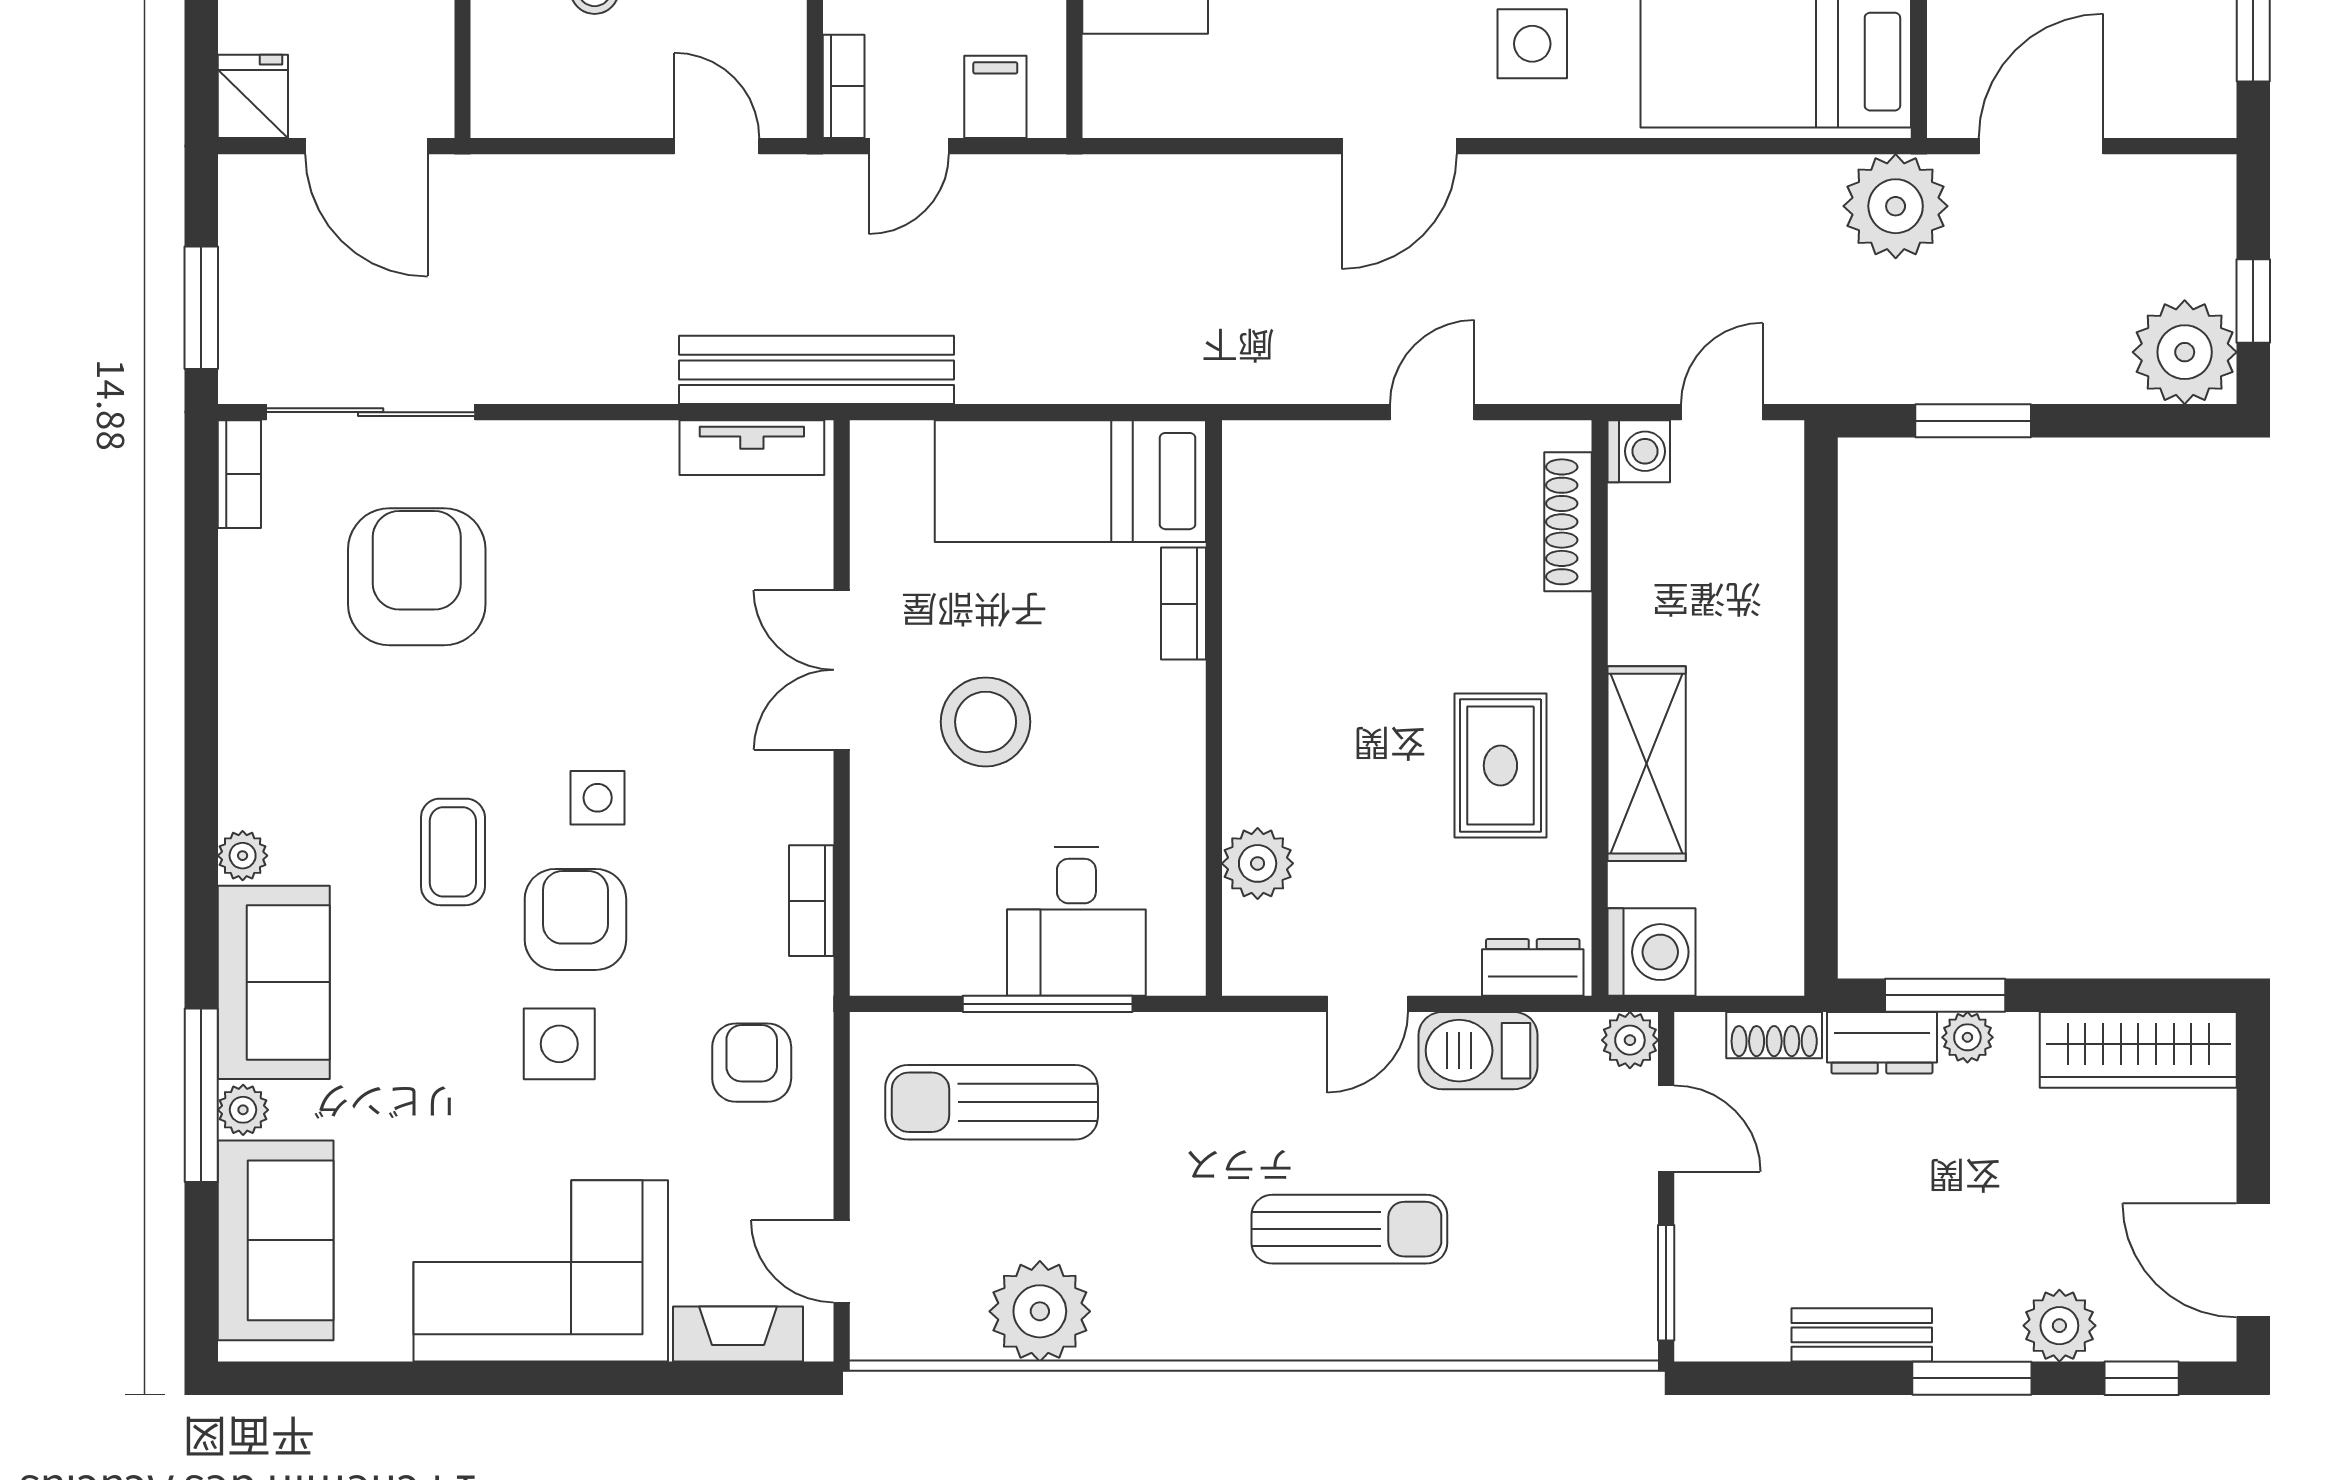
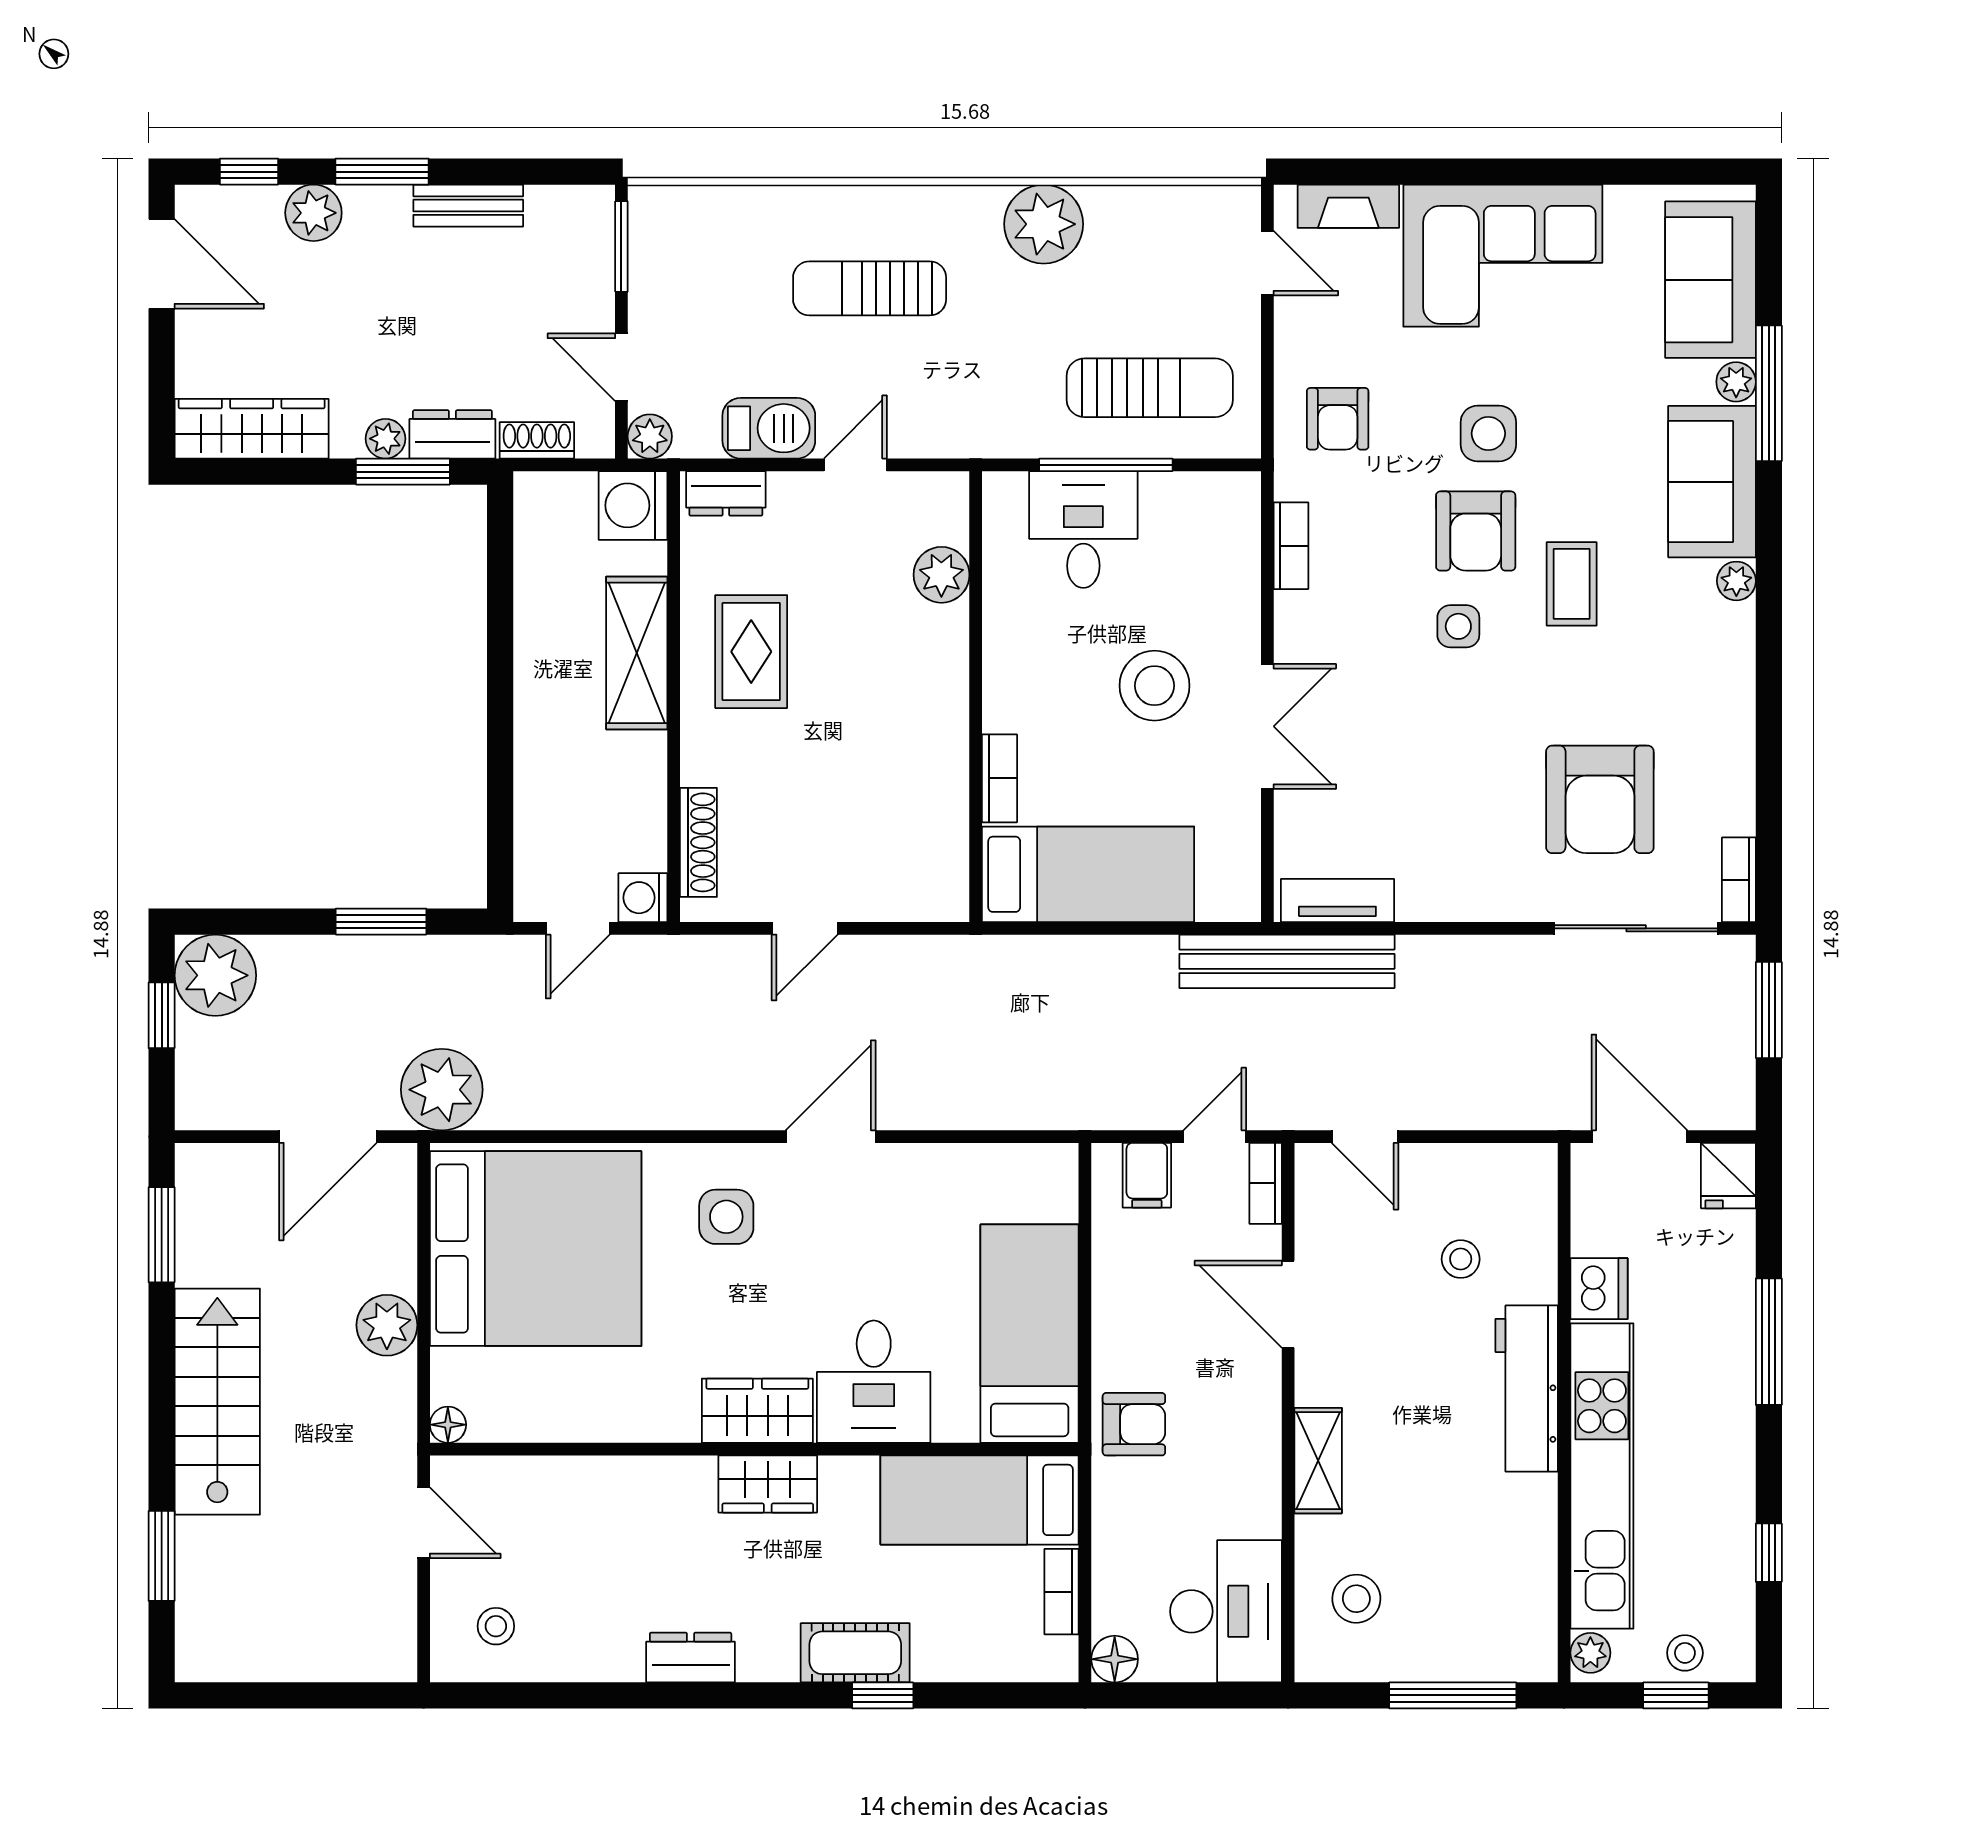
plant: (1040, 1311) -> (1044, 224), moved

